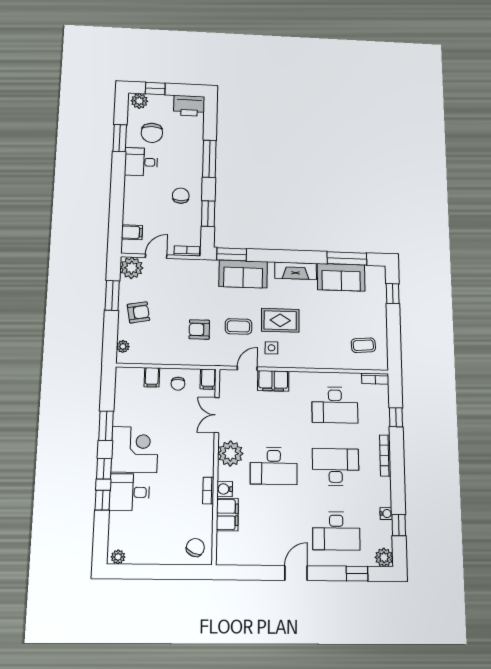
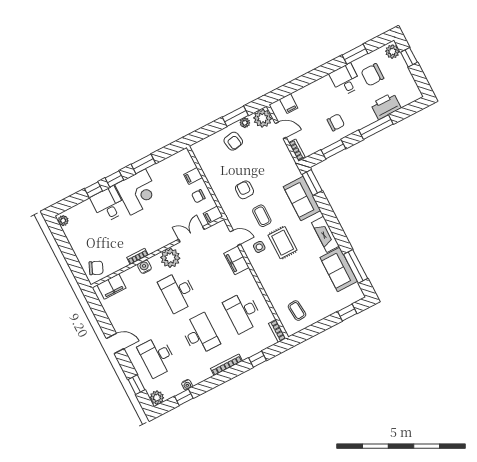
printer: (189, 106) -> (386, 106), moved, turned 90
plant: (123, 346) -> (245, 123), moved
filing cabinet: (227, 515) -> (111, 286), moved

